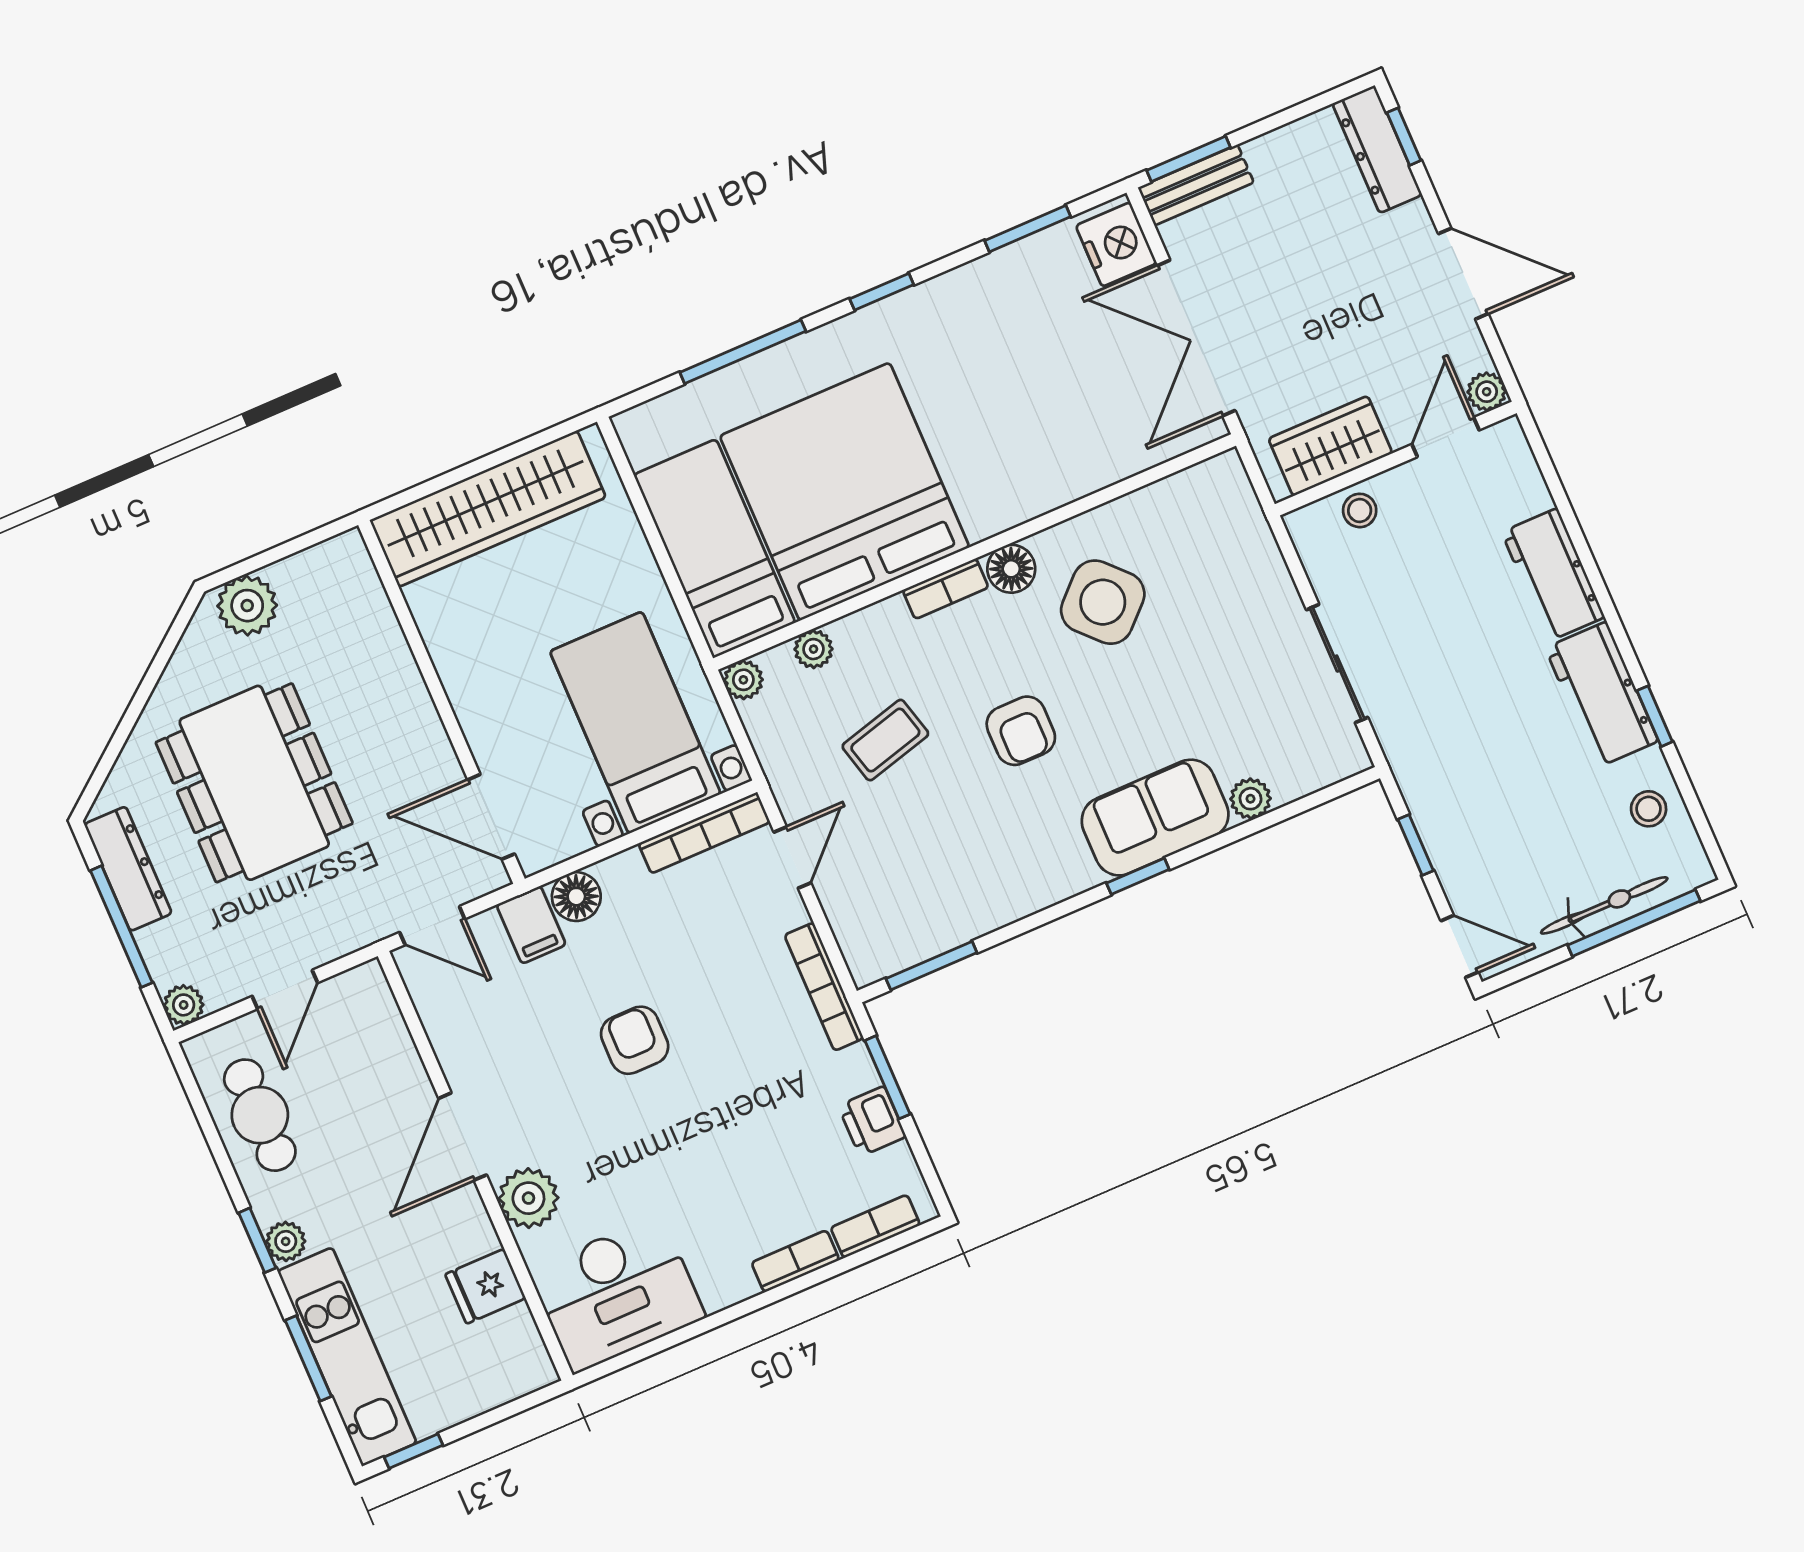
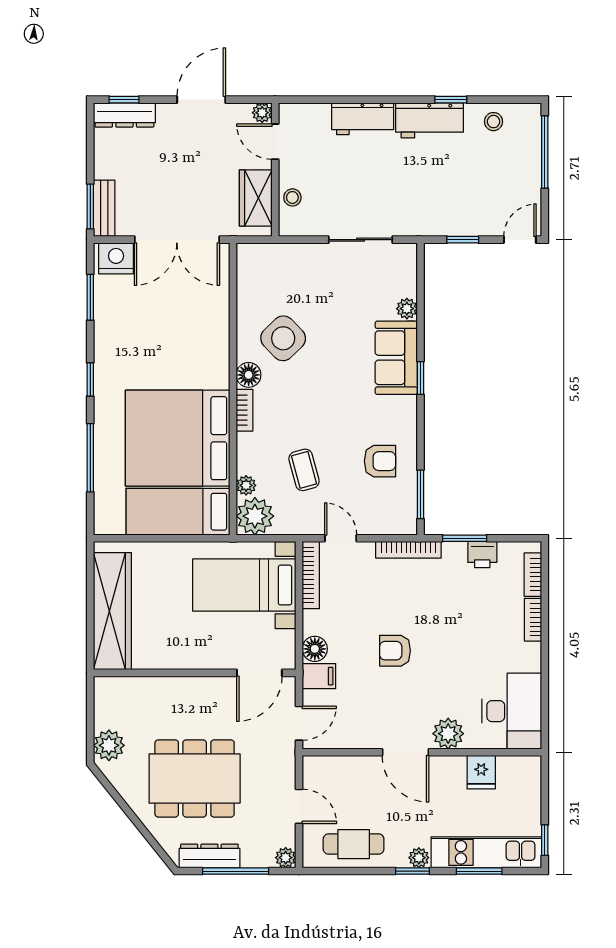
plant: (743, 680) -> (255, 516), width x1.87, depth x1.87
armchair: (1021, 731) -> (380, 461), moved
bicycle: (1604, 905) -> (530, 162), removed

